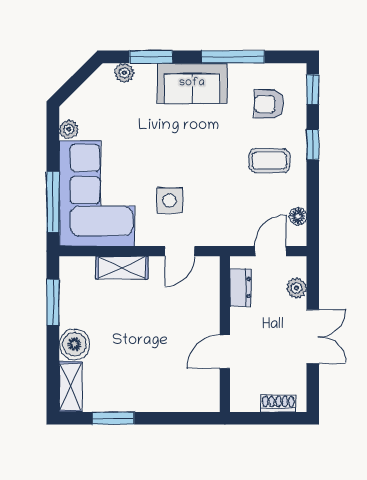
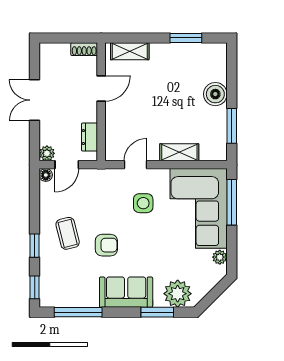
window: (233, 57) -> (78, 312), moved
plant: (124, 73) -> (178, 294), width x1.88, depth x1.88
armchair: (269, 104) -> (106, 245), moved
coffee table: (269, 161) -> (68, 233), turned 76
floor lamp: (298, 216) -> (46, 175), moved
plant: (296, 288) -> (47, 153), moved
shelving: (70, 387) -> (130, 51), moved, turned 90
shoe rack: (278, 404) -> (84, 49), moved

